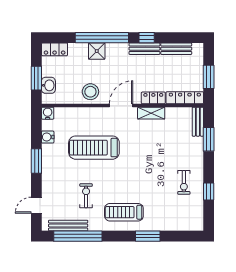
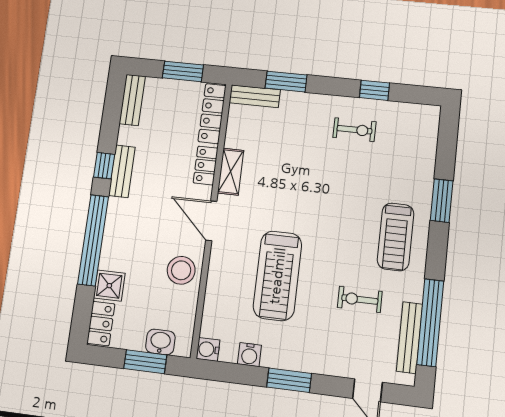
bench: (176, 49) -> (132, 100), moved
shower: (97, 51) -> (109, 286), moved

